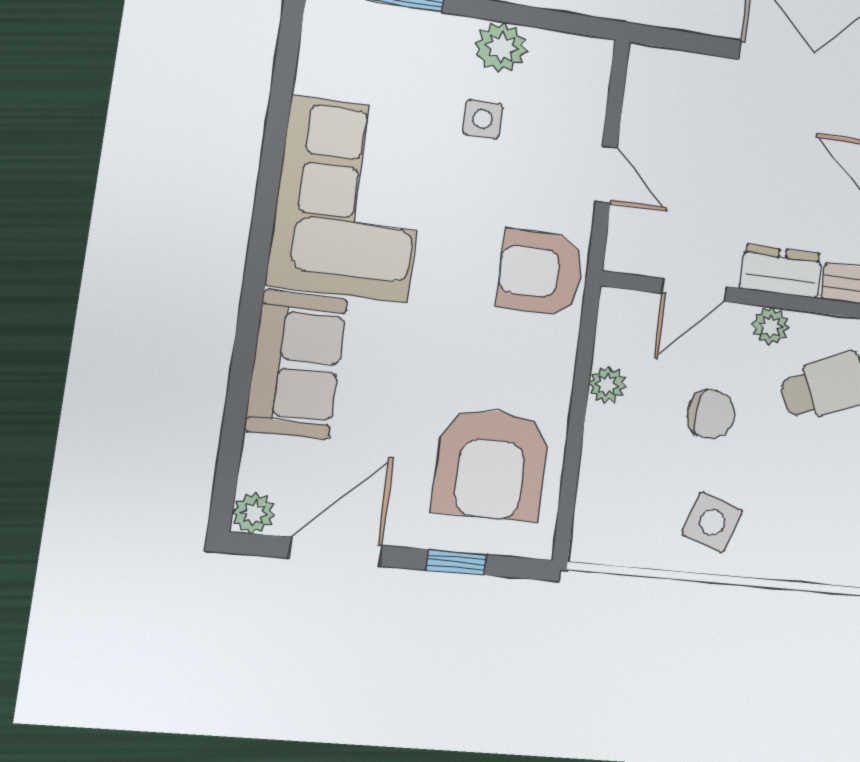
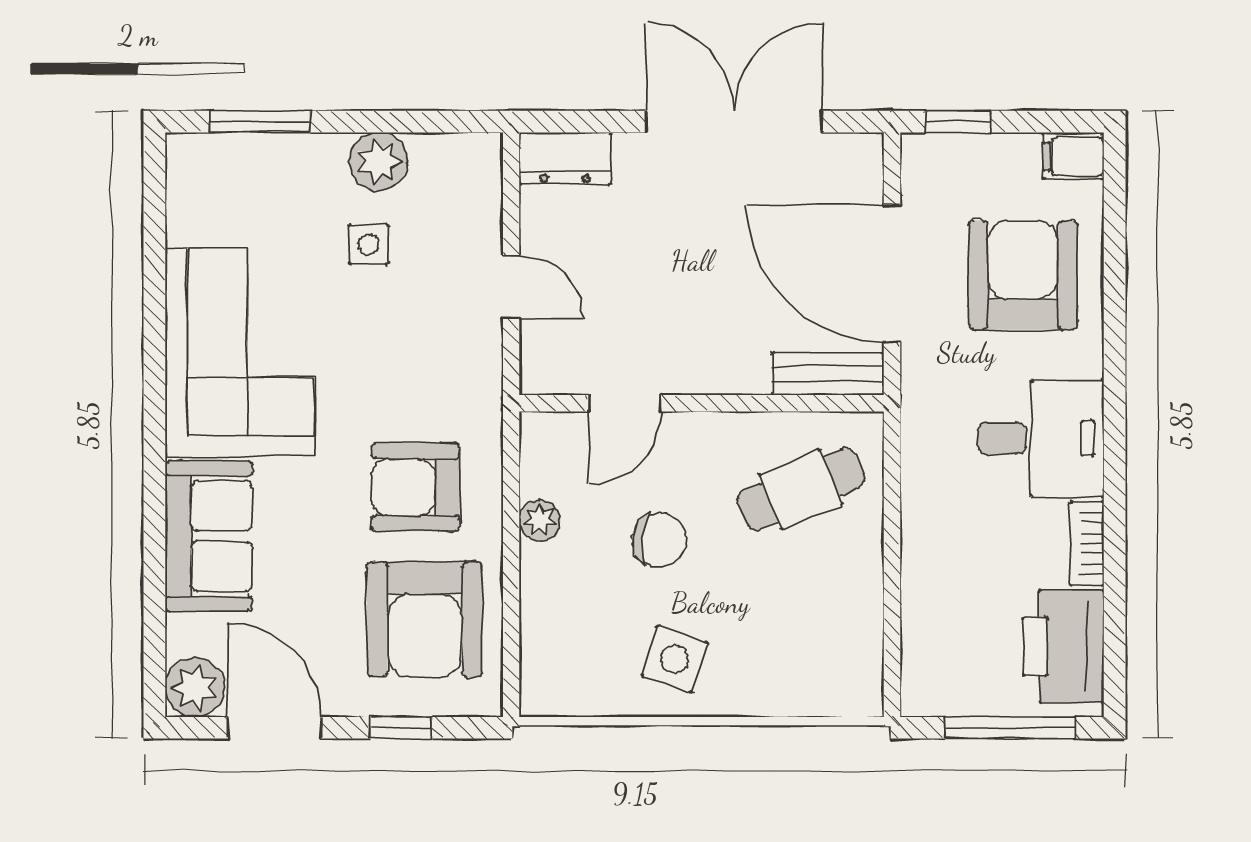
dresser: (781, 271) -> (565, 158), moved, turned 180
armchair: (541, 273) -> (415, 487), moved
plant: (771, 326) -> (717, 433), removed
plant: (254, 513) -> (195, 687), width x1.38, depth x1.38
door: (336, 552) -> (275, 728), hinge flipped

